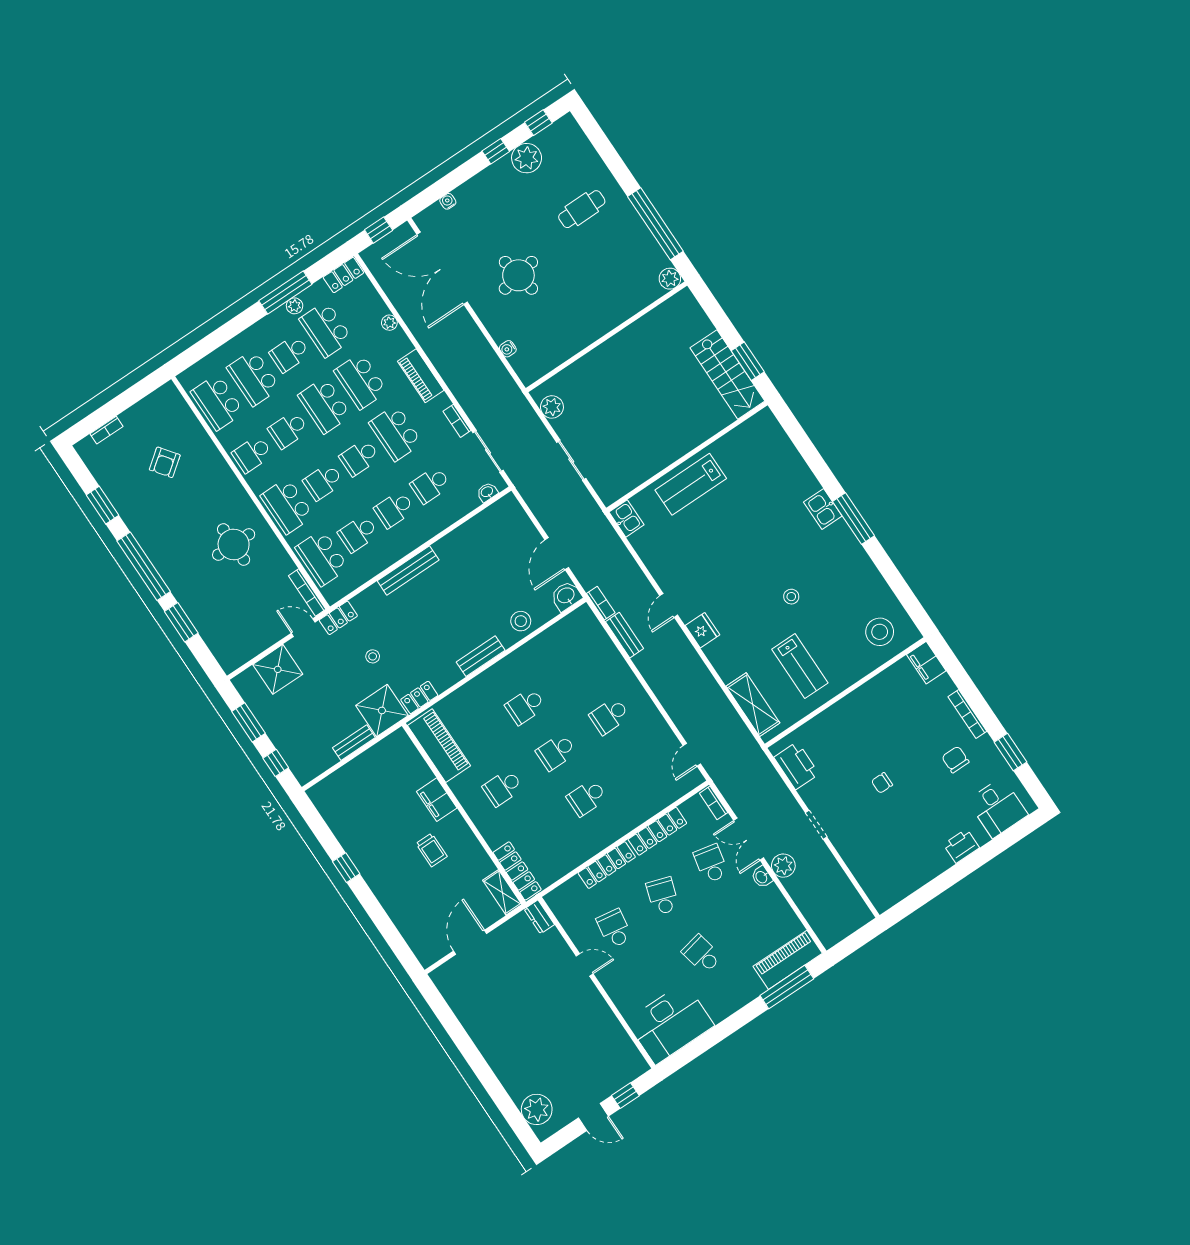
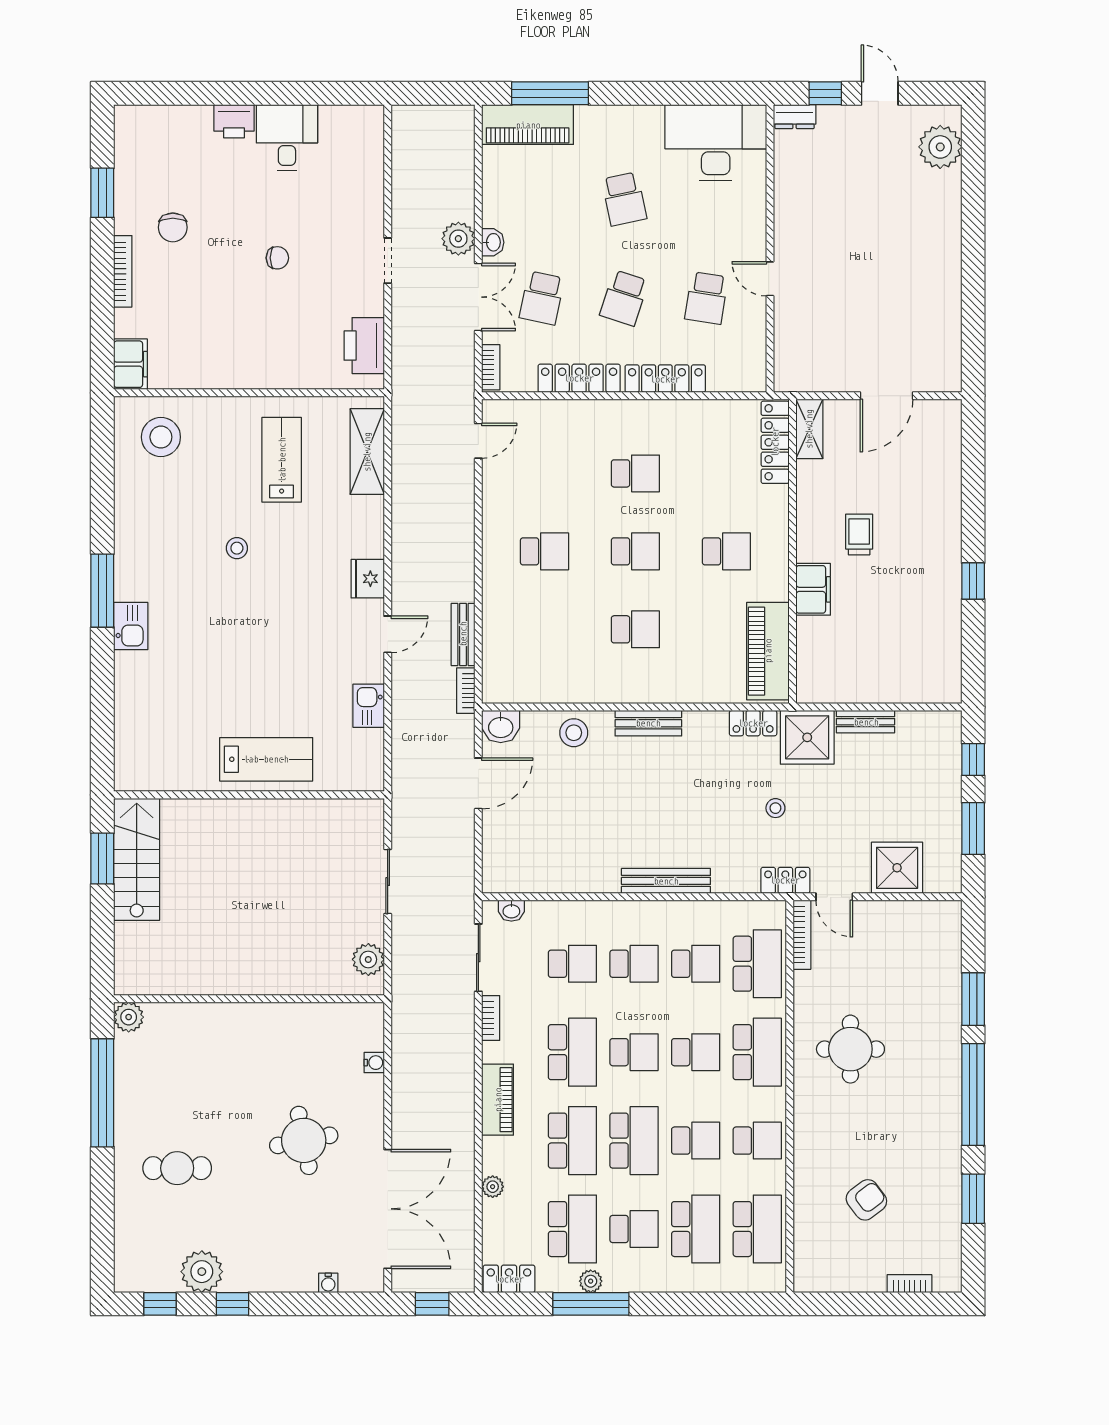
kitchen sink: (626, 518) -> (369, 706), moved
desk: (998, 808) -> (287, 138), moved
dresser: (539, 917) -> (795, 117), moved, turned 90

